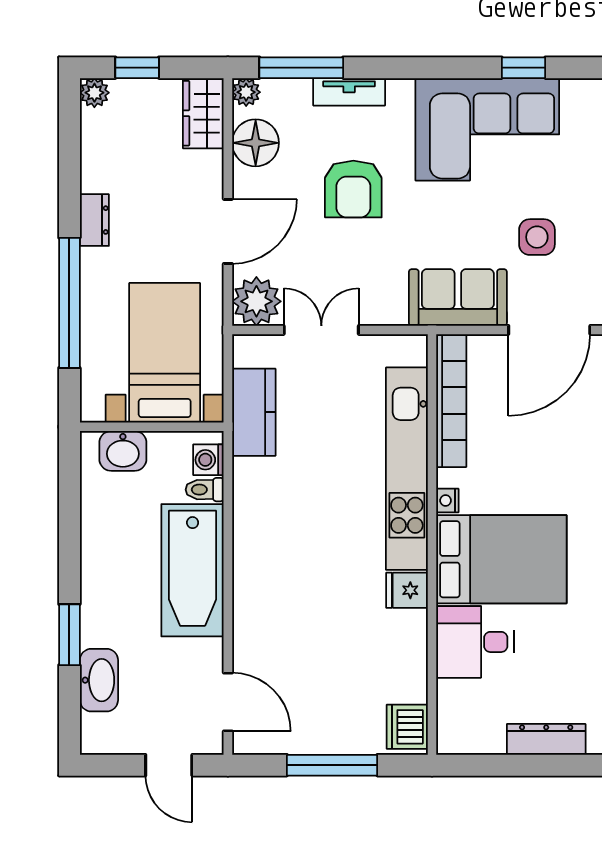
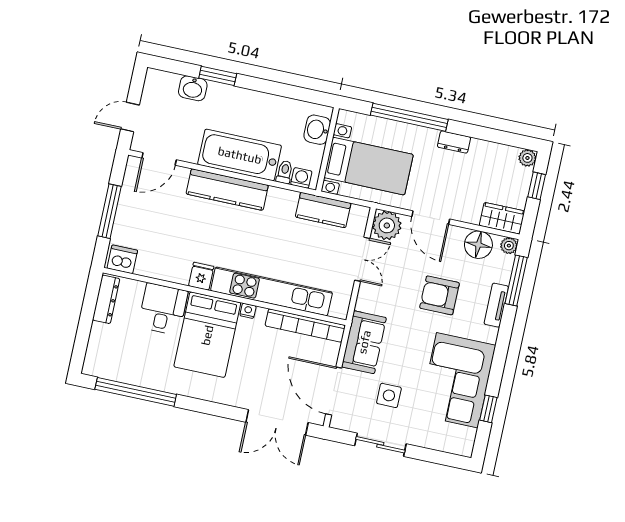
kitchen counter: (254, 578) -> (227, 190), added
washbasin: (99, 680) -> (193, 88), width x0.72
dresser: (546, 739) -> (106, 299), moved

